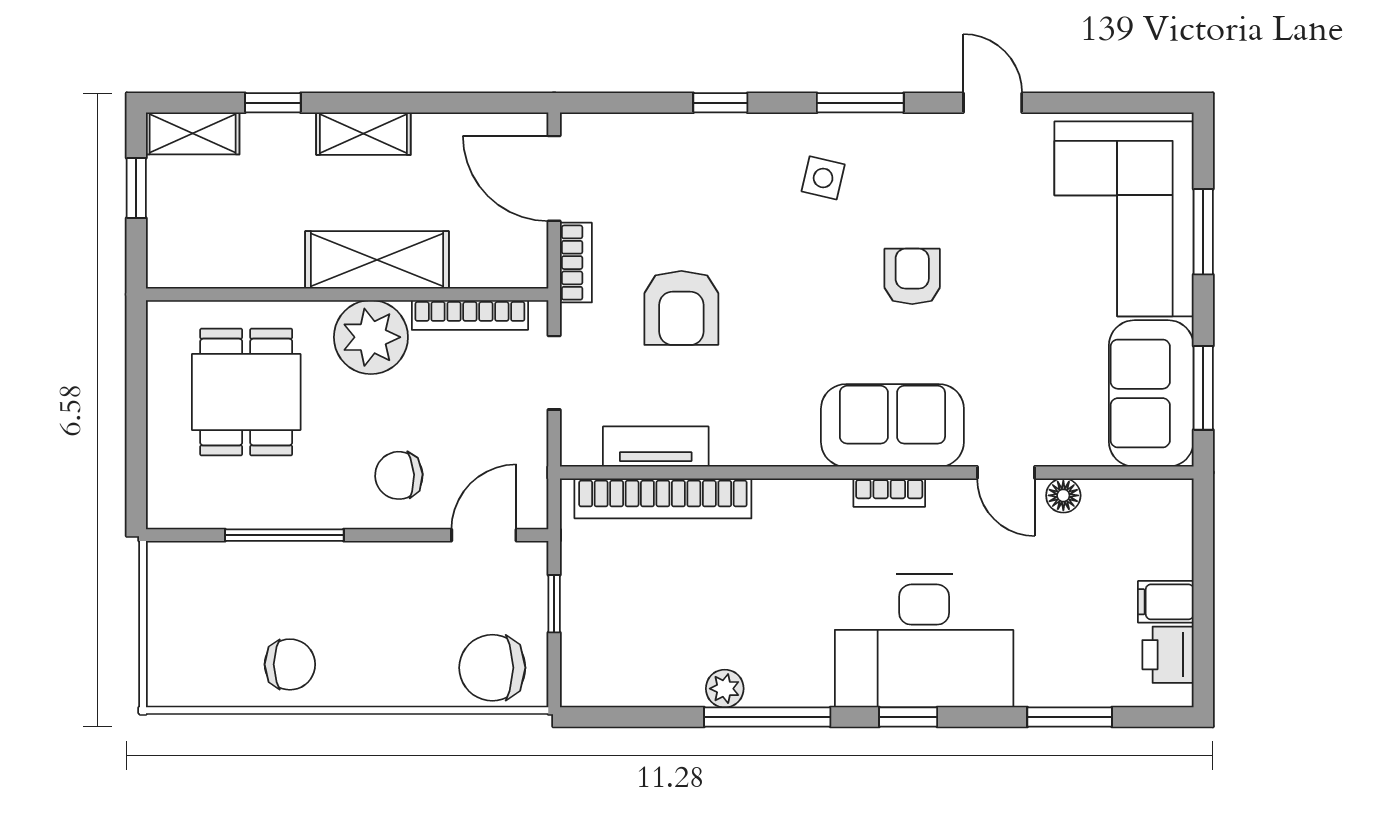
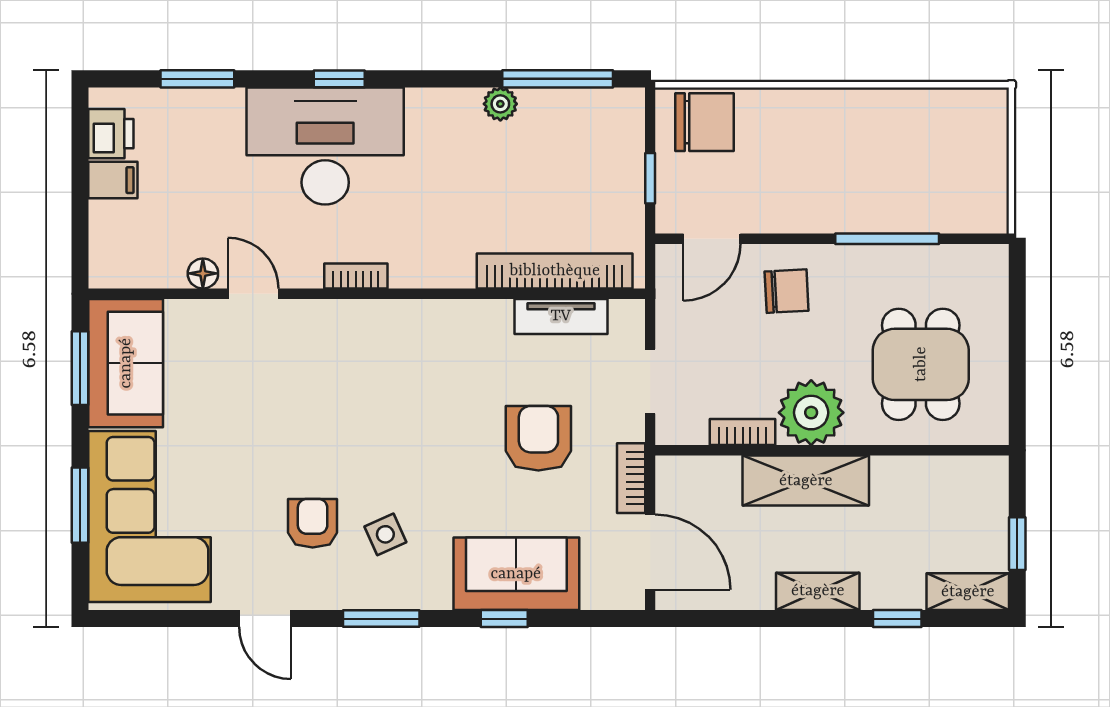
side table: (823, 178) -> (385, 534), moved, turned -37
armchair: (912, 276) -> (313, 523), moved, turned 180
bookcase: (470, 315) -> (743, 432), width x0.64
sofa: (892, 425) -> (516, 574), moved, turned 180
chair: (290, 664) -> (882, 125), removed
window: (767, 717) -> (558, 79), moved

